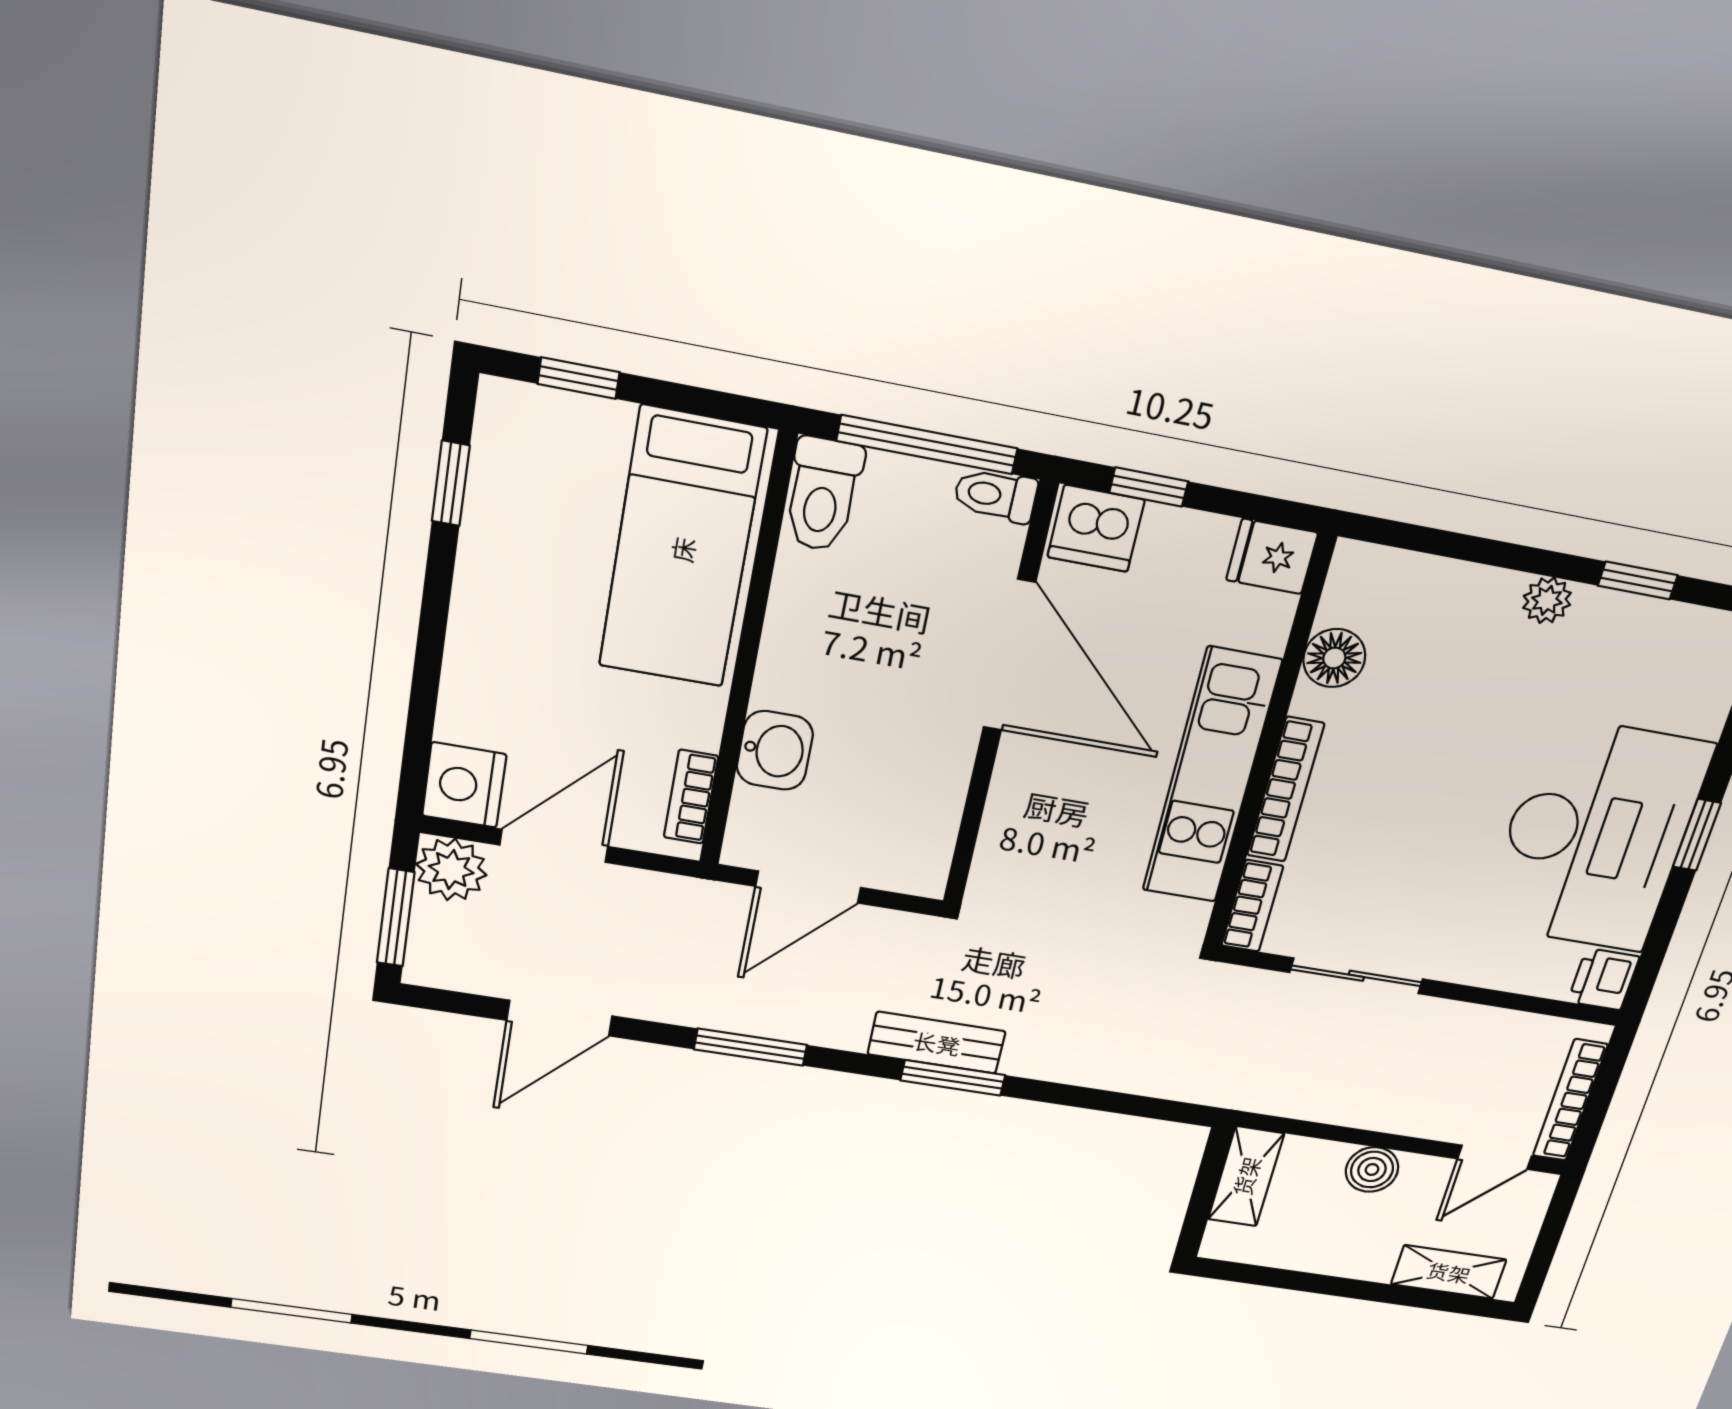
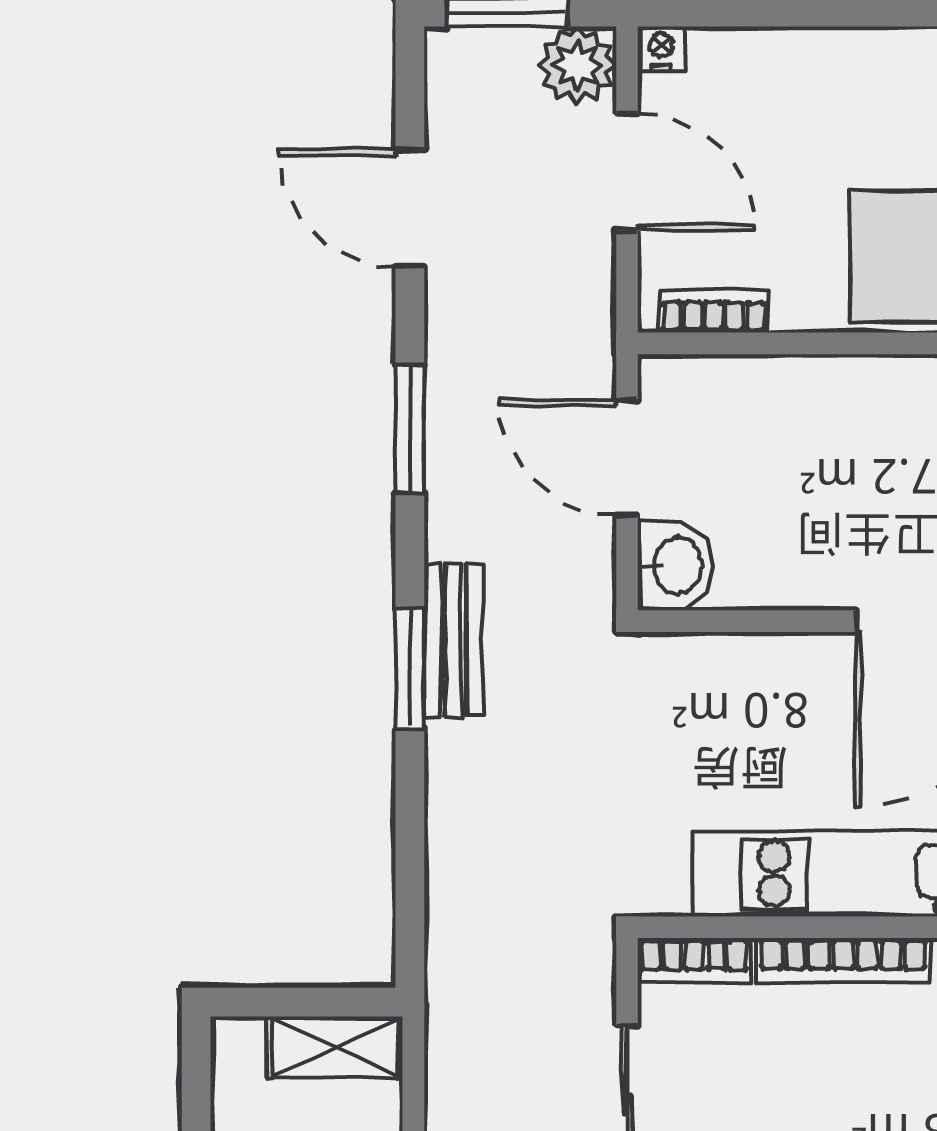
washbasin: (775, 750) -> (675, 566), moved, turned -90
nightstand: (464, 785) -> (661, 49), width x0.53, depth x0.56

